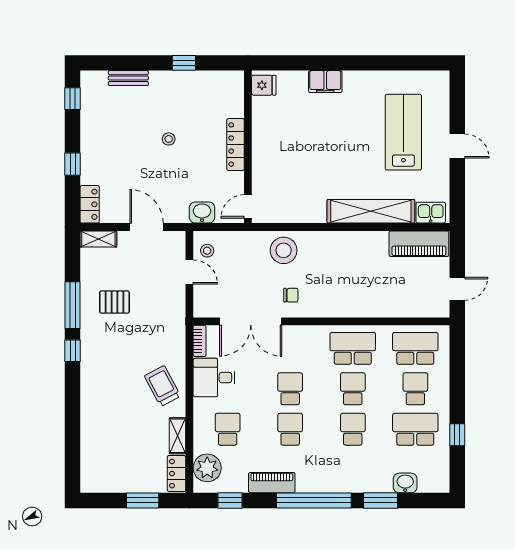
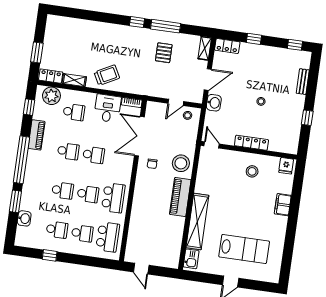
stool: (280, 137) -> (252, 171), added
washbasin: (202, 212) -> (214, 103), moved
piano: (419, 244) -> (180, 197), moved
school desk: (415, 429) -> (57, 230), width x0.54

